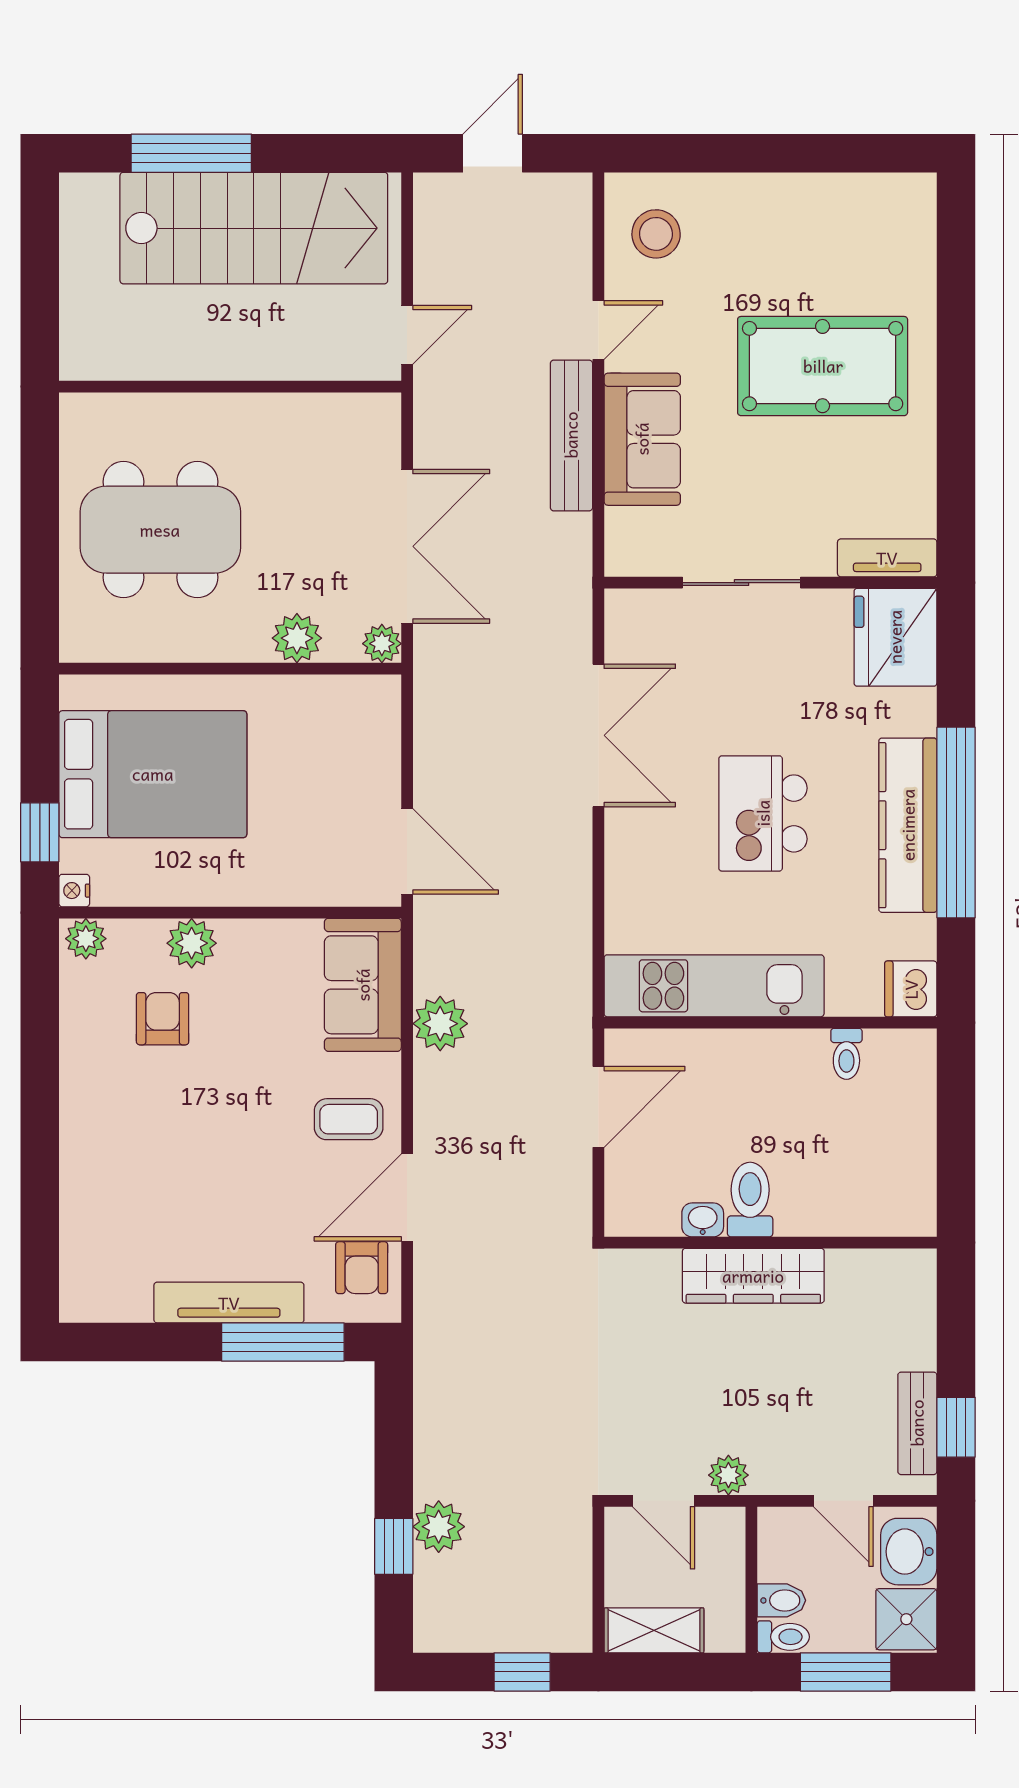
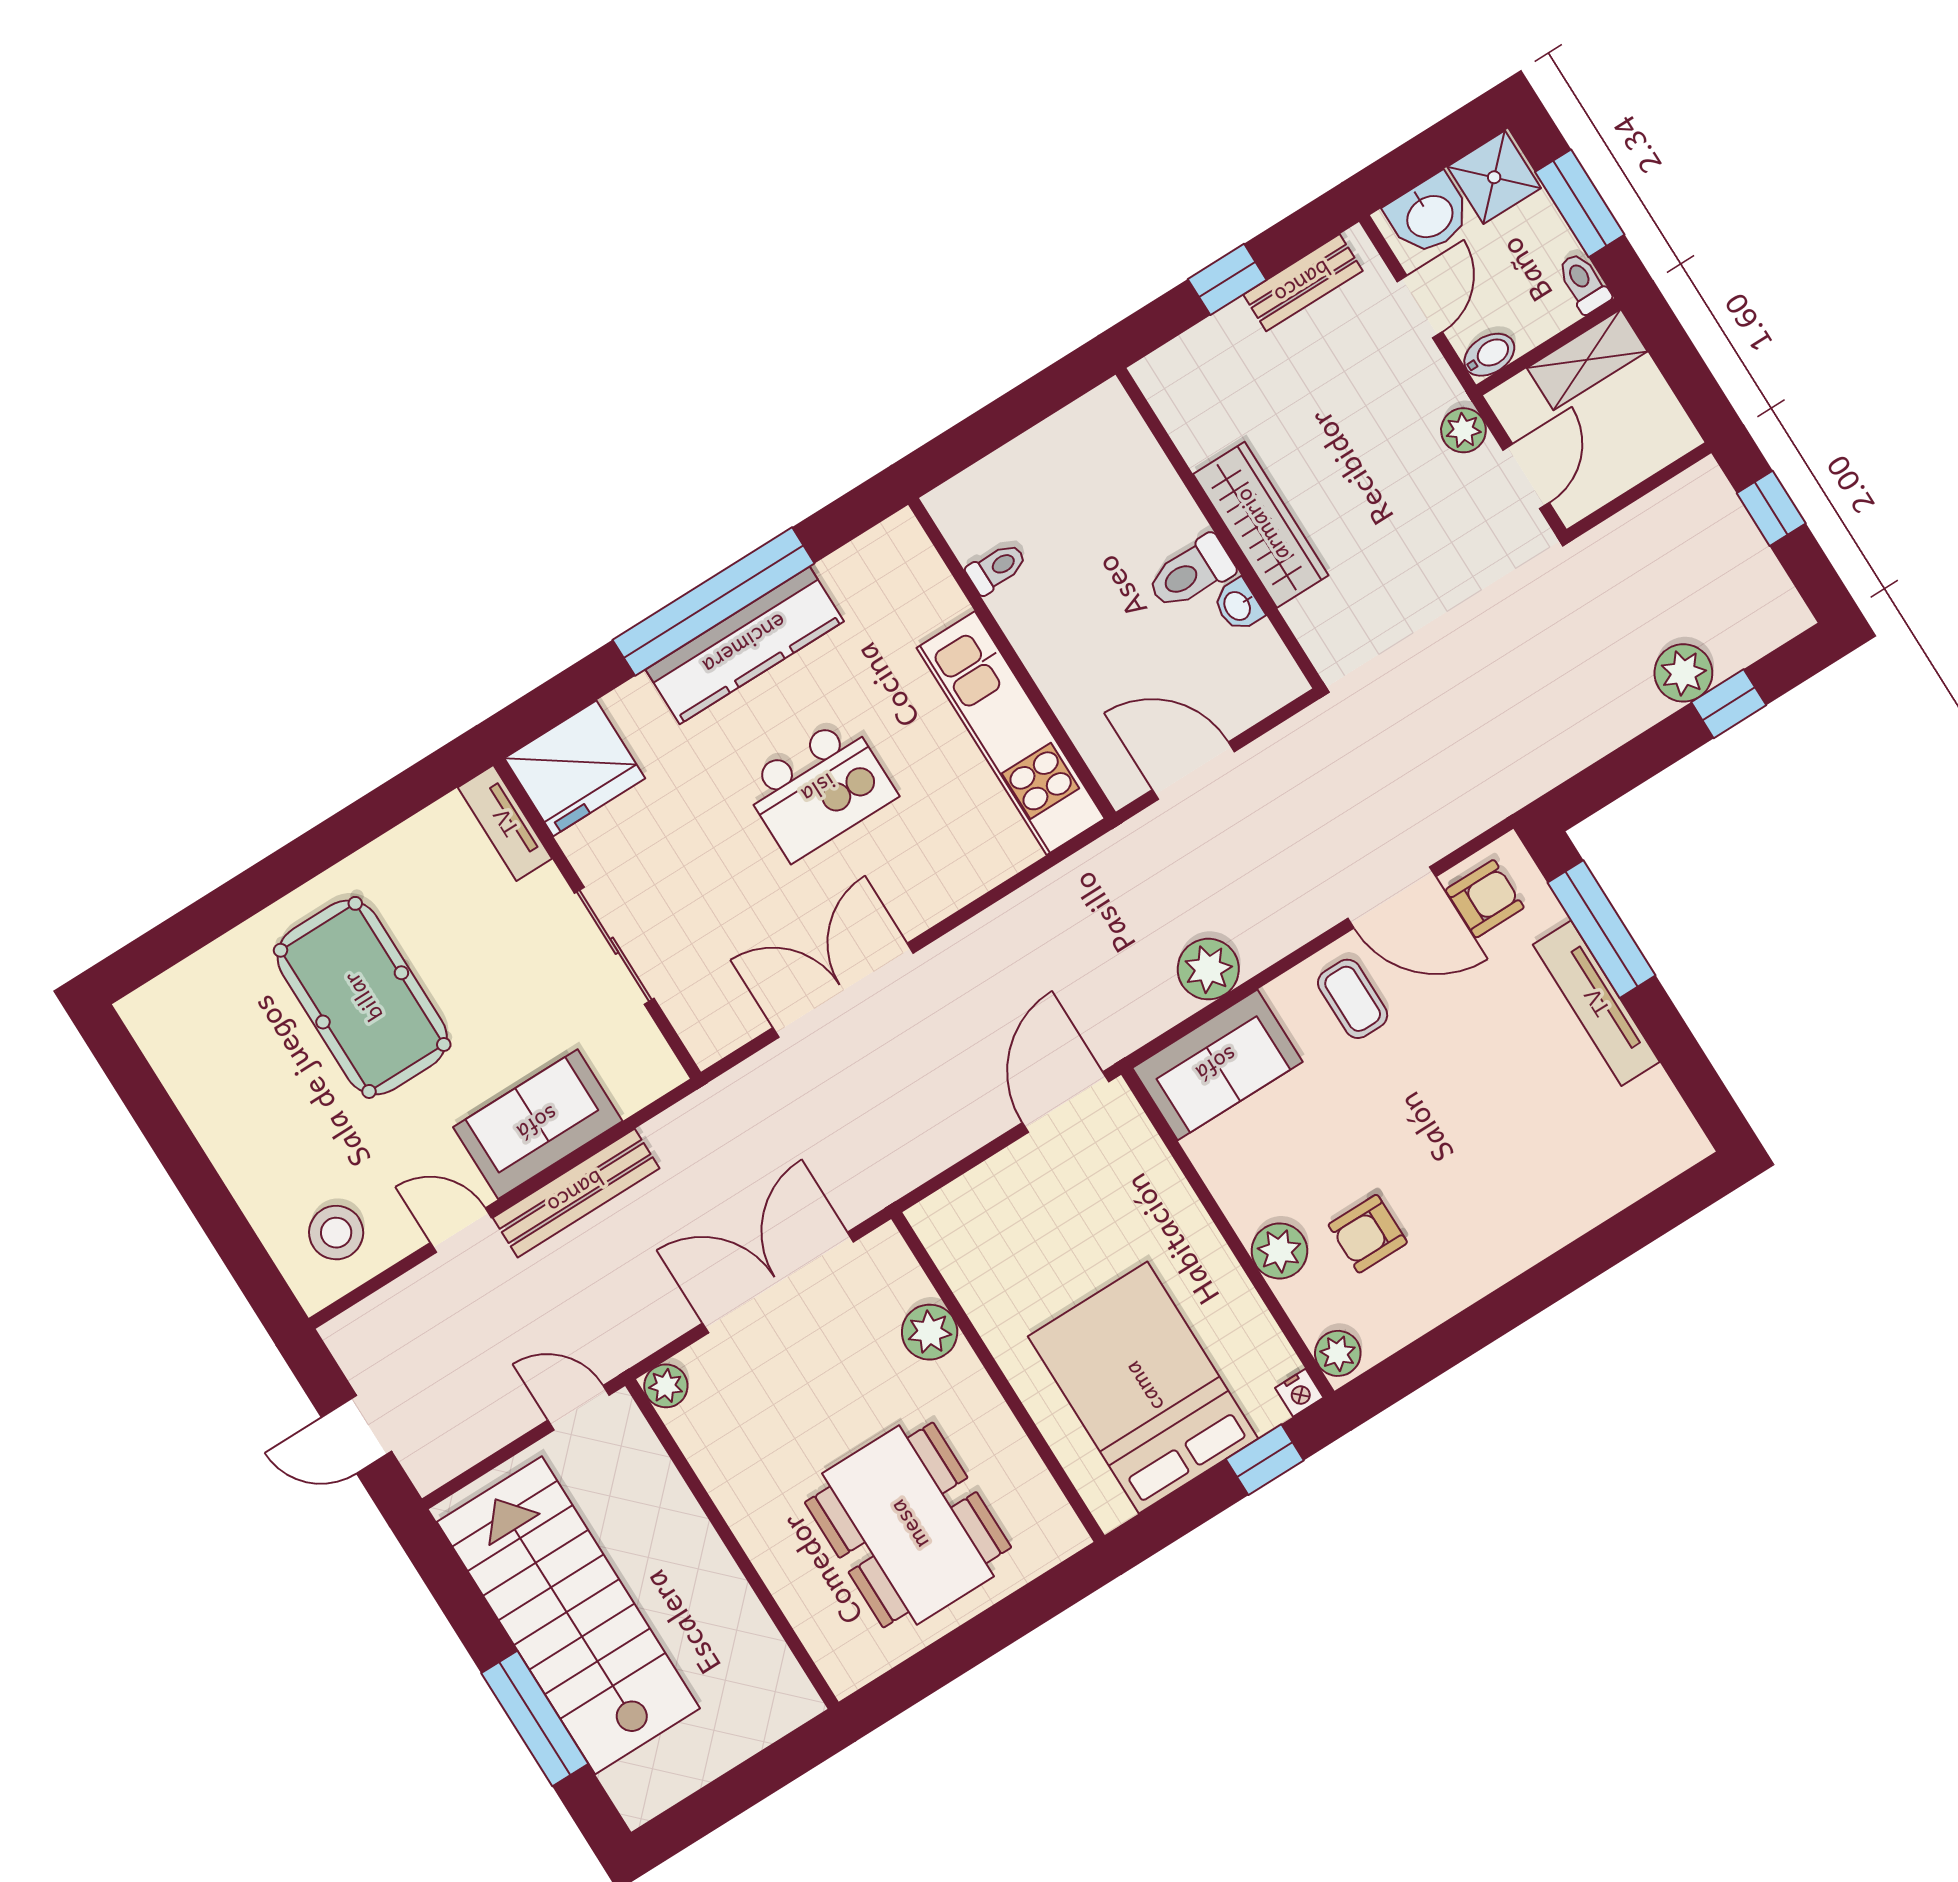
plant: (382, 644) -> (666, 1386), moved
dishwasher: (911, 989) -> (897, 546), removed
window: (956, 1427) -> (1227, 279), moved
bidet: (781, 1600) -> (1489, 355), moved, turned 90
shelving: (654, 1630) -> (1587, 360), moved, turned 90

